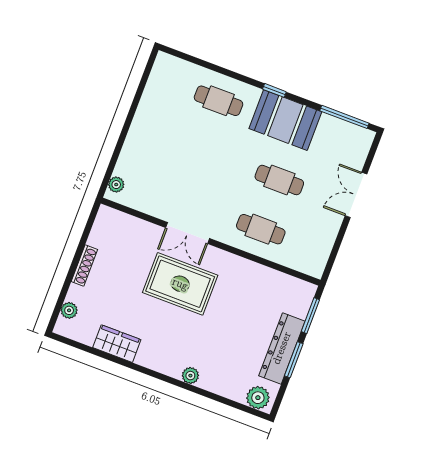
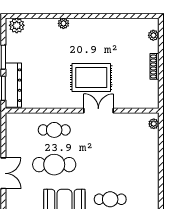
cafe table: (279, 180) -> (54, 165), width x1.37, depth x1.35
wardrobe: (117, 344) -> (116, 26), removed
dresser: (282, 348) -> (13, 85), moved

